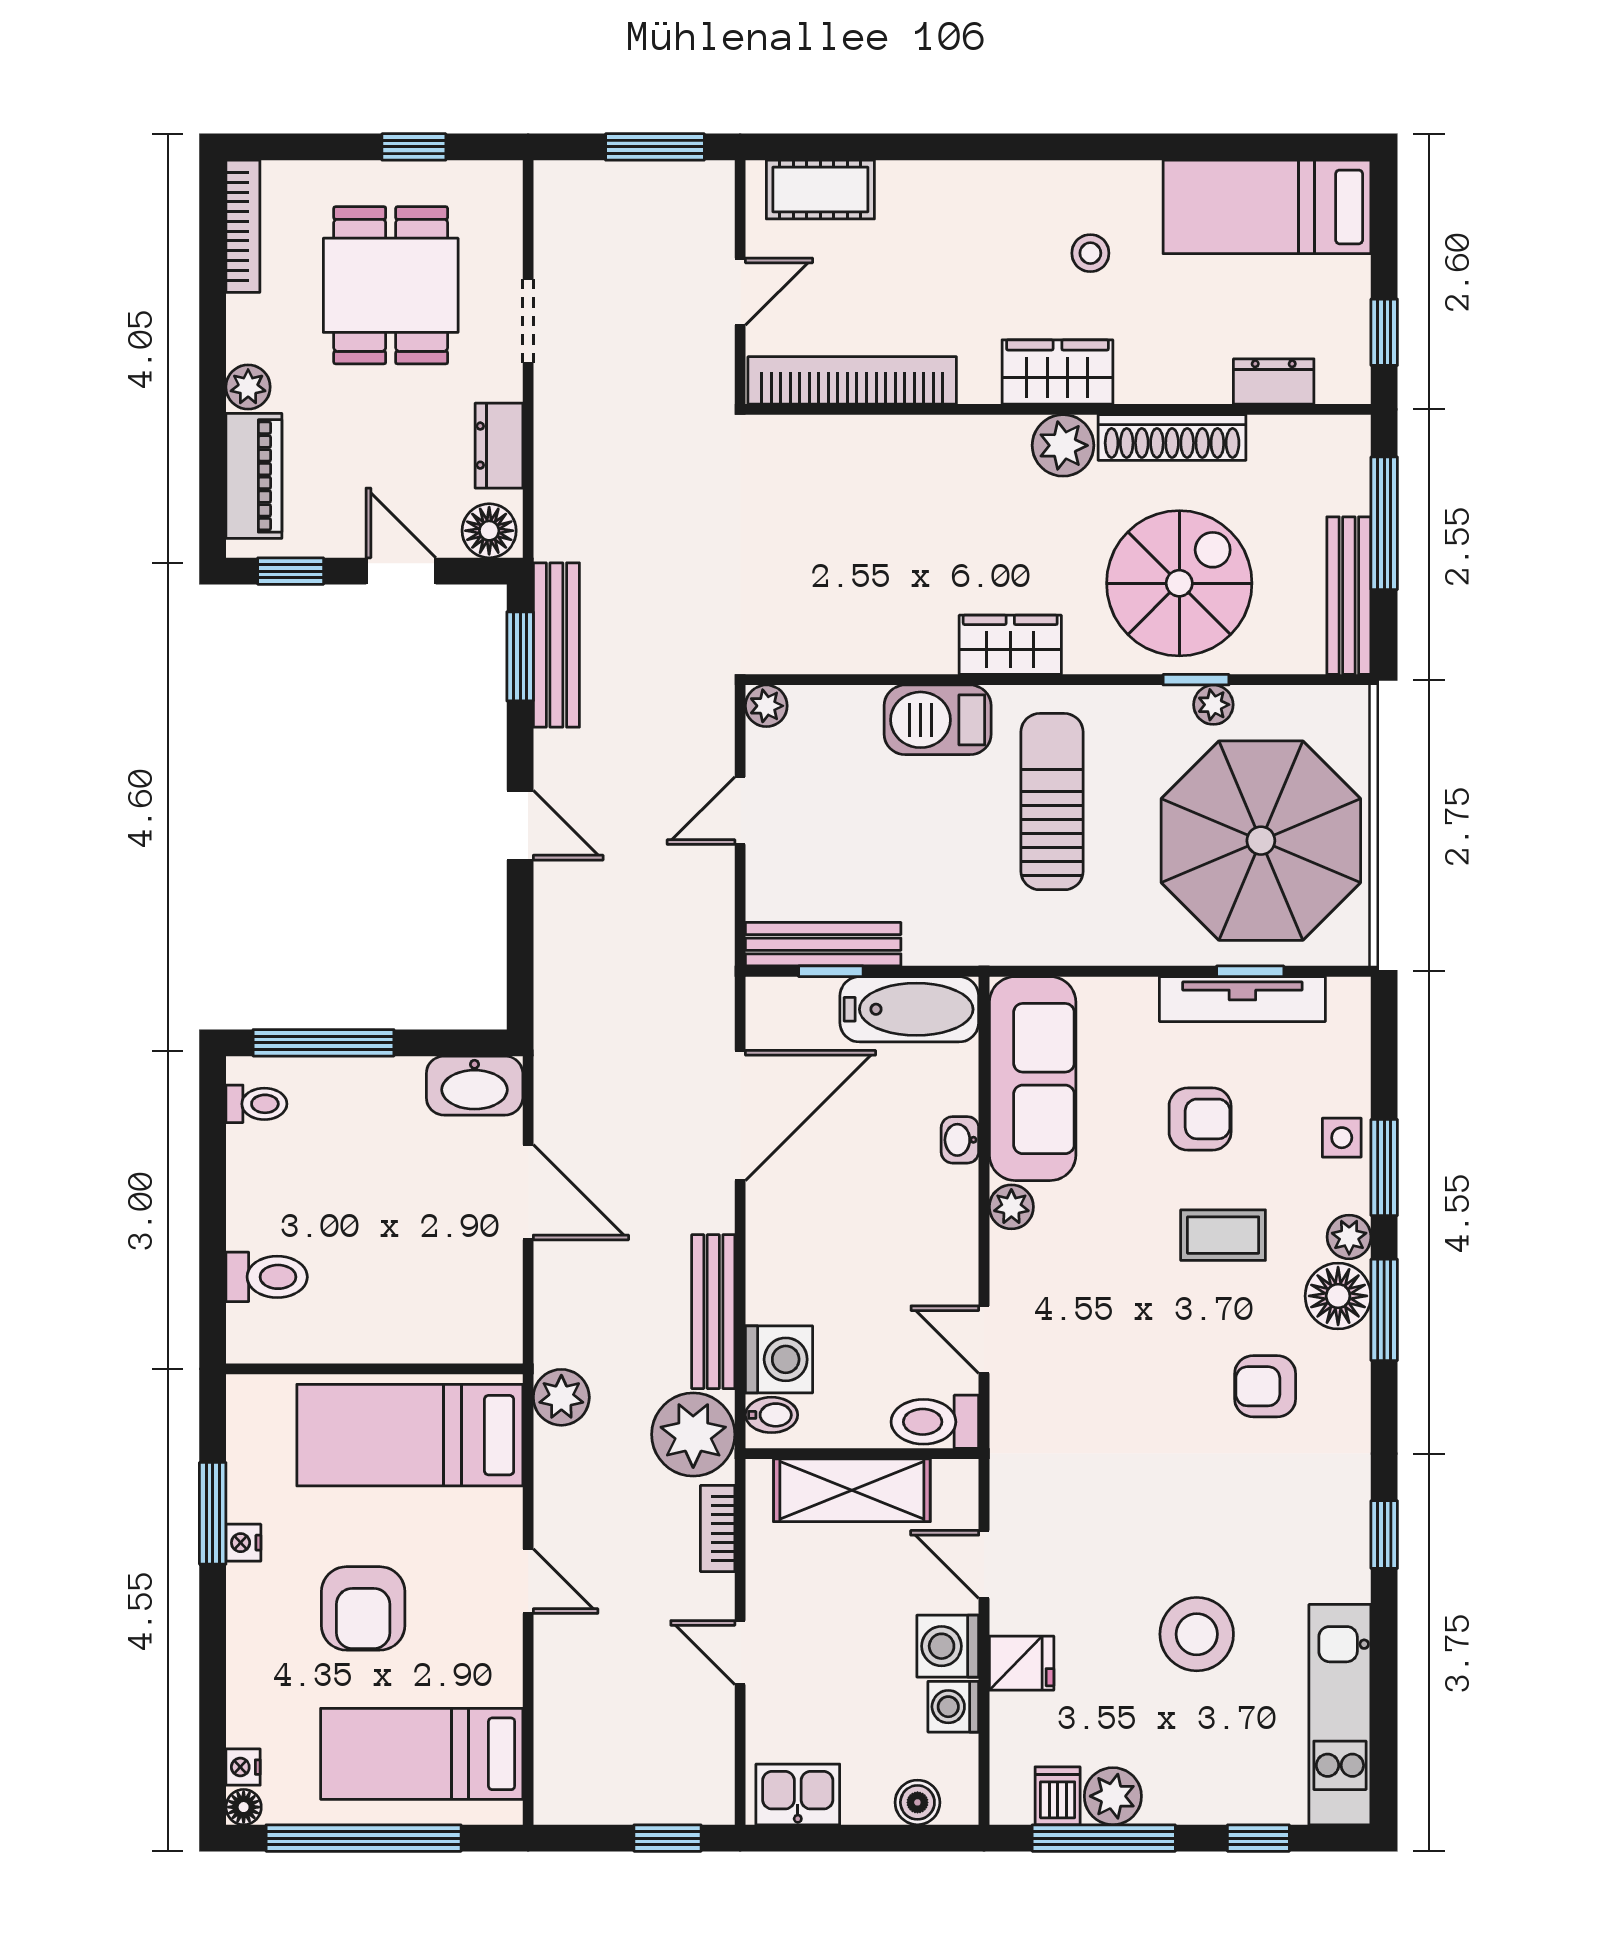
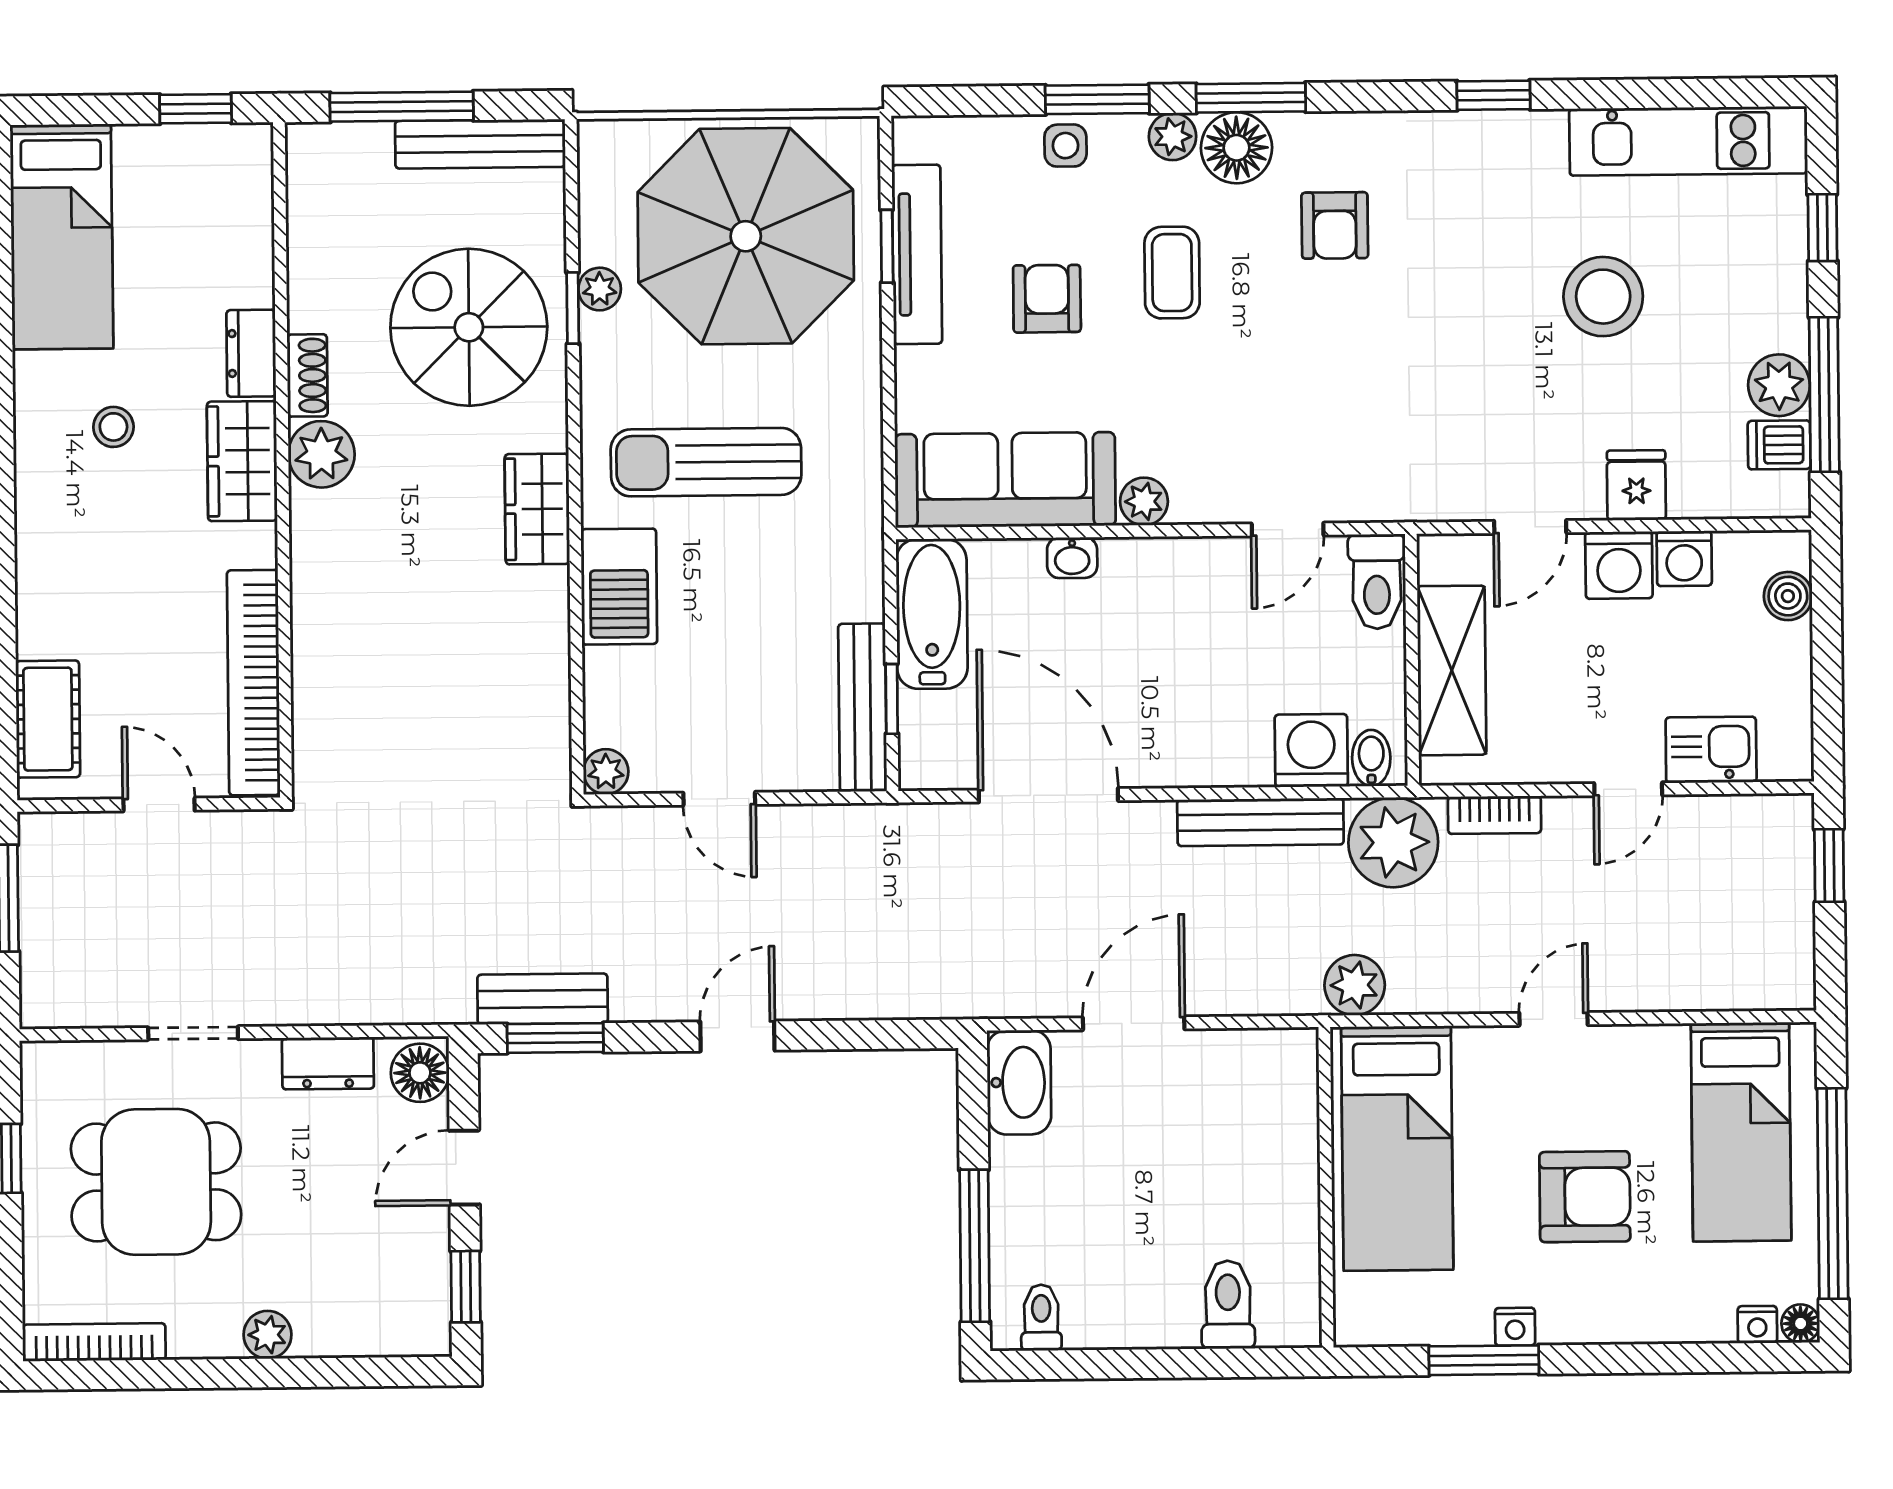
dresser: (1274, 381) -> (251, 353), moved
shoe rack: (1172, 437) -> (307, 375), width x0.51, depth x0.81
piano: (254, 476) -> (363, 1327), removed
bench: (556, 645) -> (543, 999), width x0.73
kitchen sink: (798, 1794) -> (1711, 750), moved, turned 90

